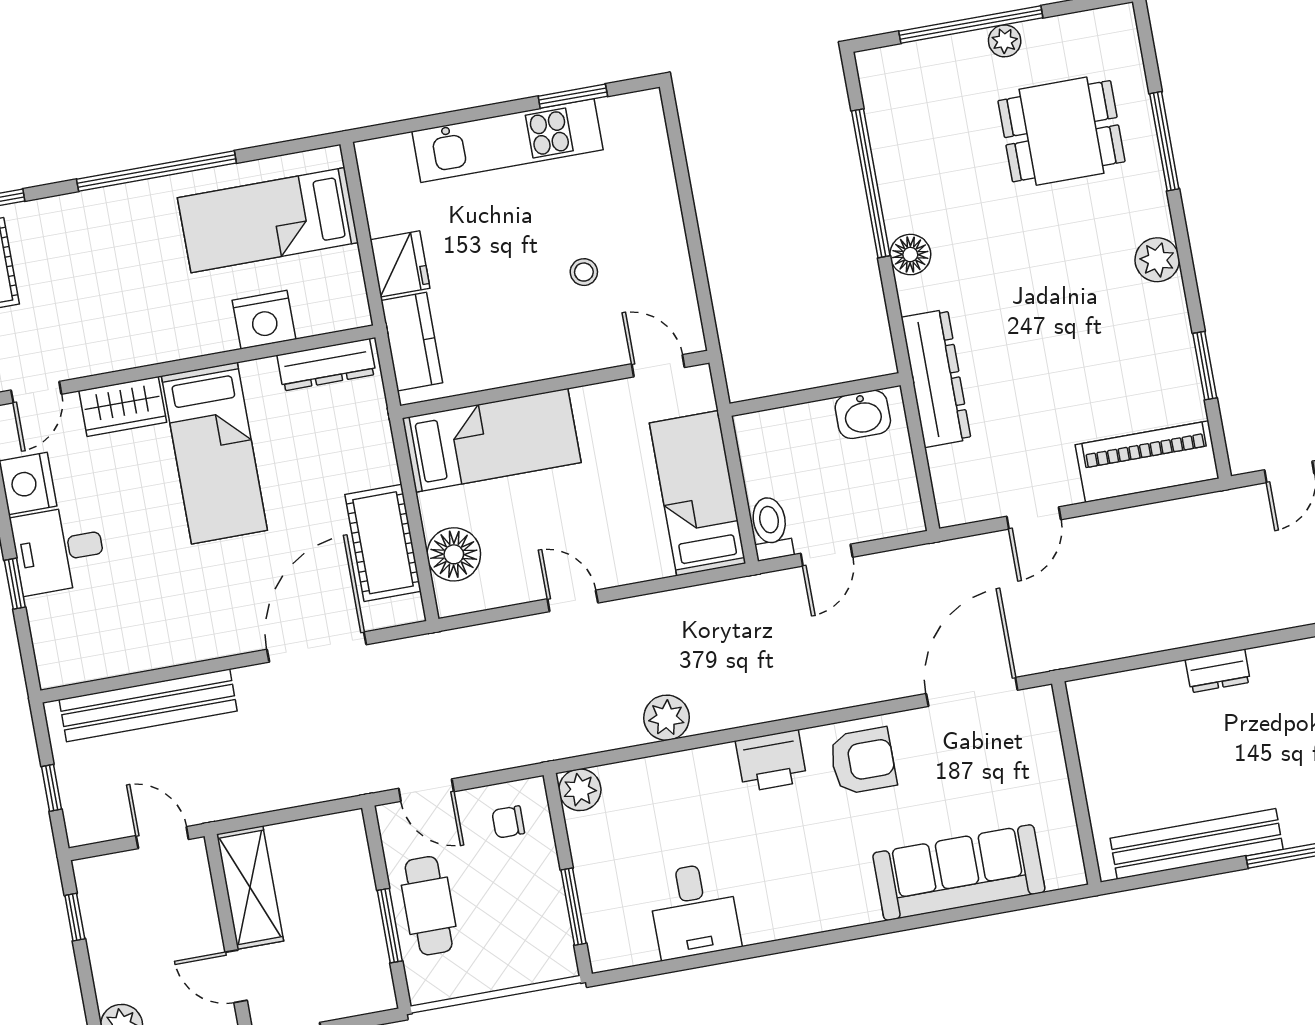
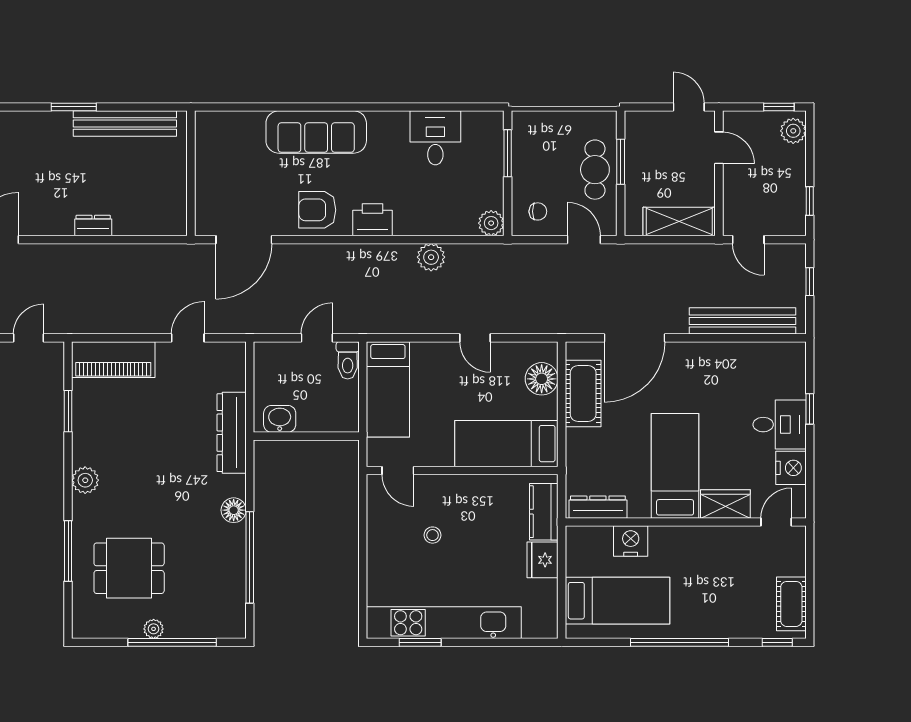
kitchen unit: (507, 141) -> (444, 623), width x1.36
sofa: (959, 873) -> (316, 132), moved
shelving: (250, 887) -> (679, 222), moved, turned 90

